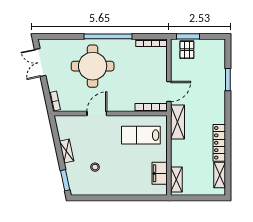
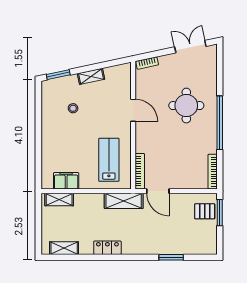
round table: (93, 66) -> (186, 106), width x0.73, depth x0.73
locker: (219, 143) -> (107, 248), width x0.66

